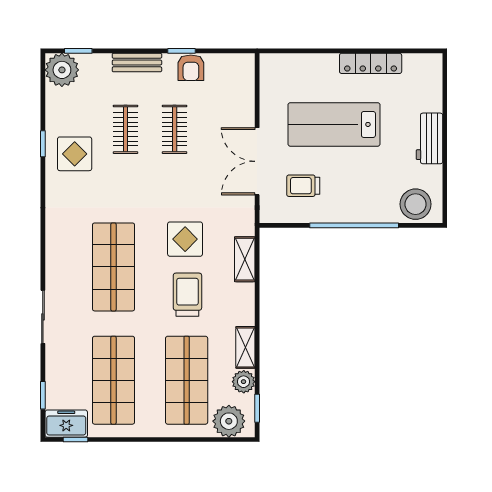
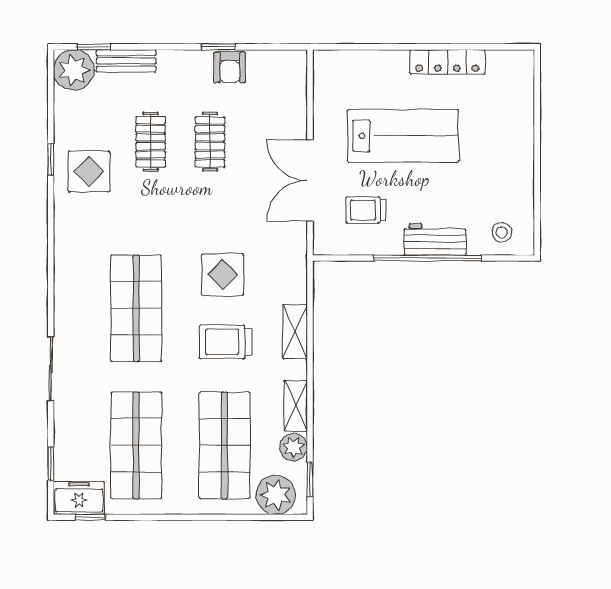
bench: (137, 63) -> (126, 61), moved
lab bench: (334, 124) -> (403, 136), turned 180
workbench: (429, 138) -> (435, 239), moved, turned 90
stool: (416, 204) -> (502, 232), width x0.53, depth x0.53
shelving: (245, 259) -> (295, 332), moved
trolley: (187, 295) -> (226, 342), turned -90

